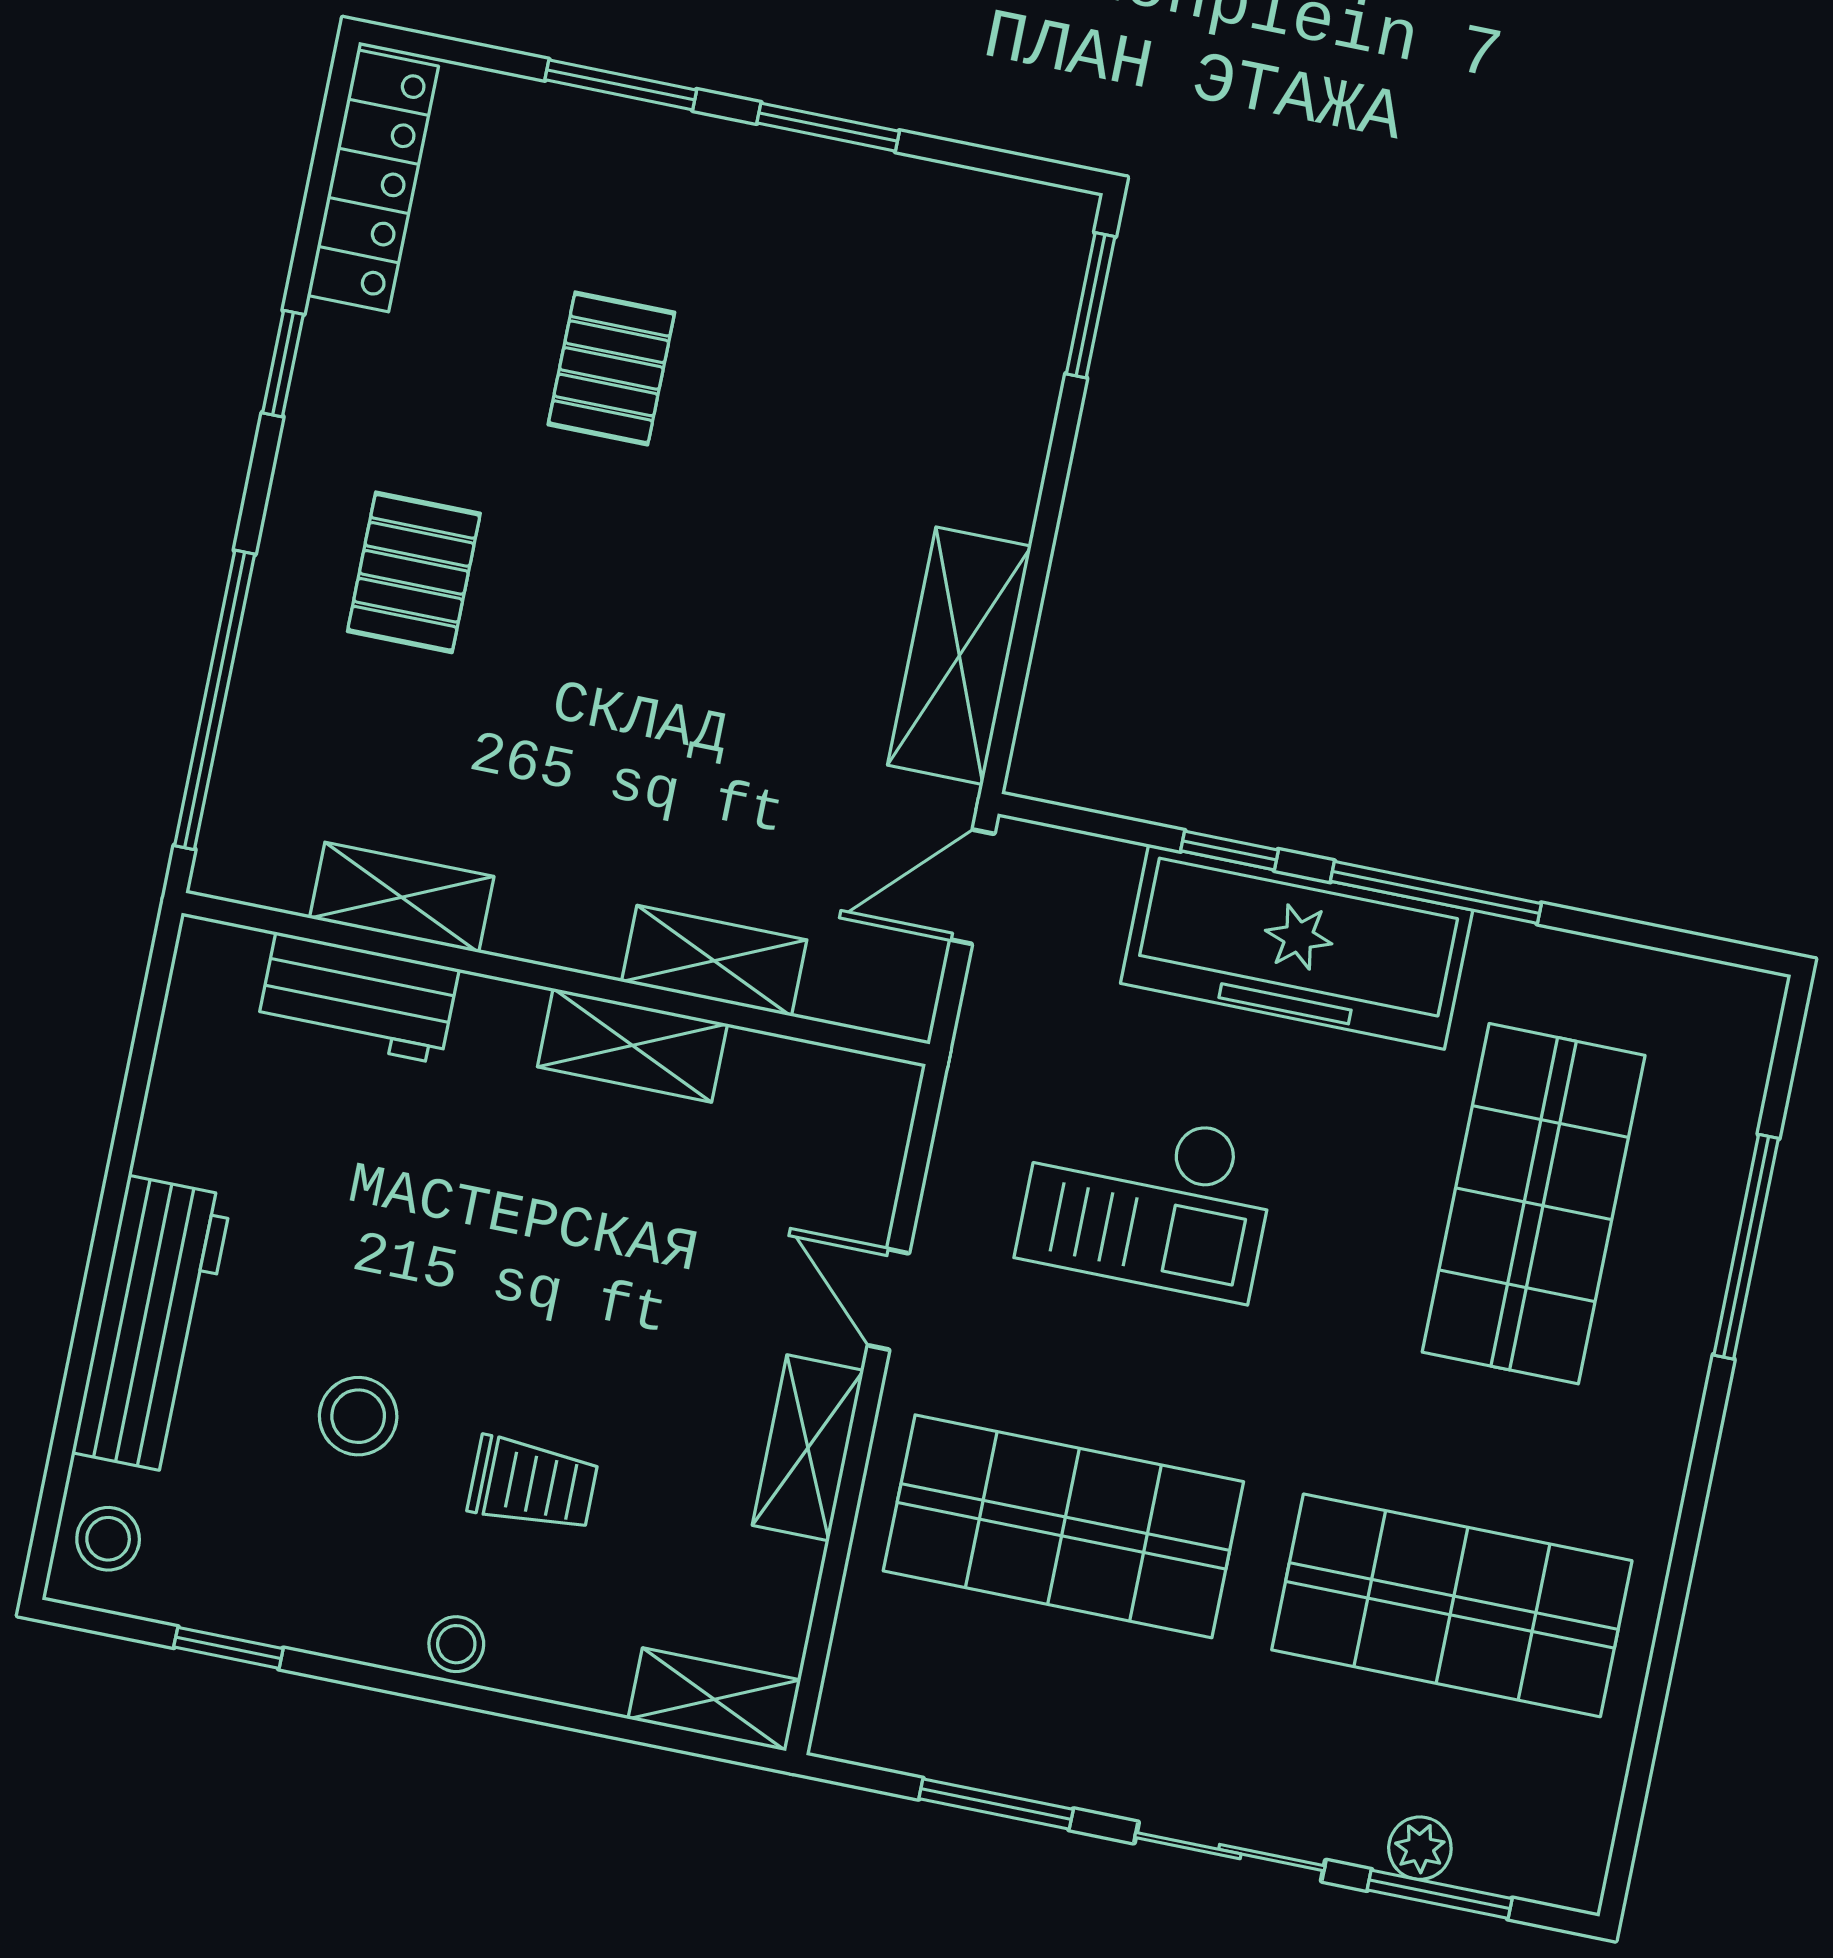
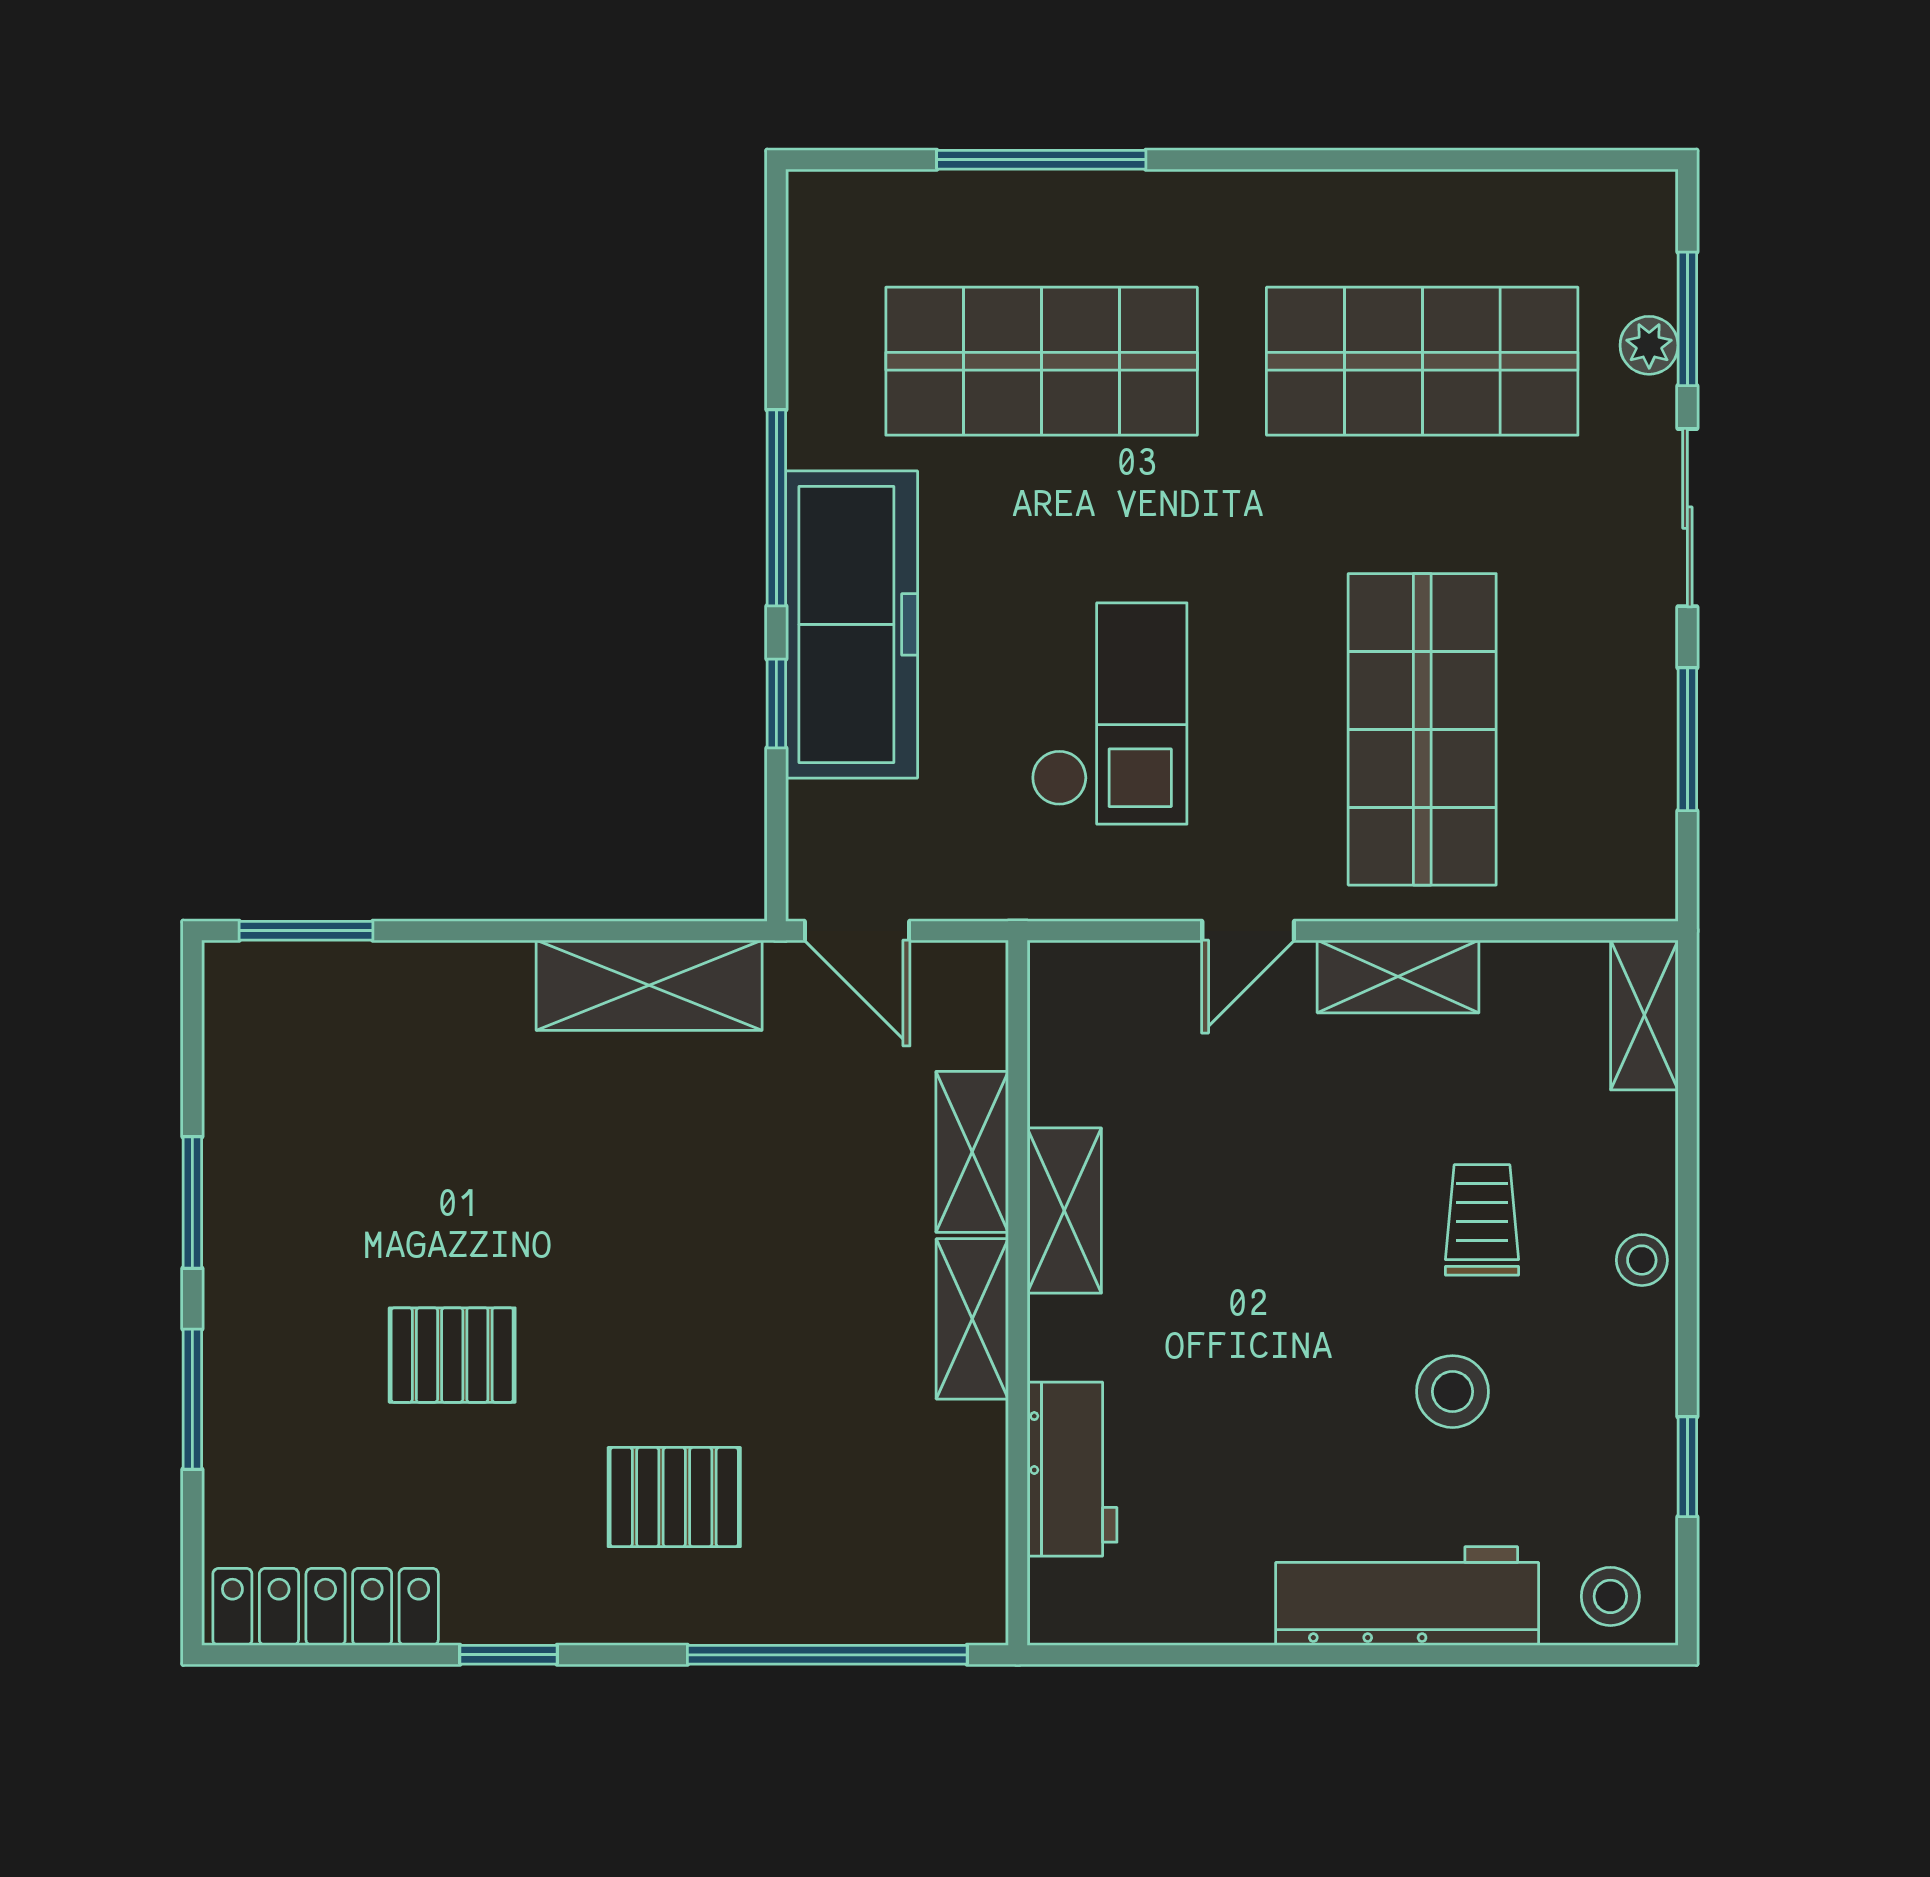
shelving: (402, 897) -> (972, 1319), moved
shop shelf: (1452, 1605) -> (1422, 361), turned 90

